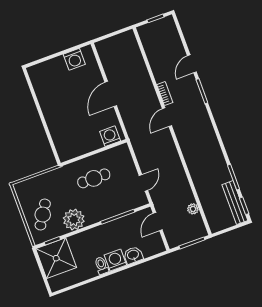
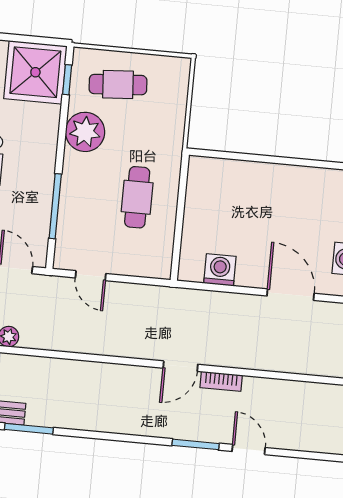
door: (111, 94) -> (291, 295), moved
door: (167, 117) -> (180, 366), swing flipped
washing machine: (110, 136) -> (220, 270), moved, turned -90
cafe table: (43, 215) -> (118, 85), turned -36

